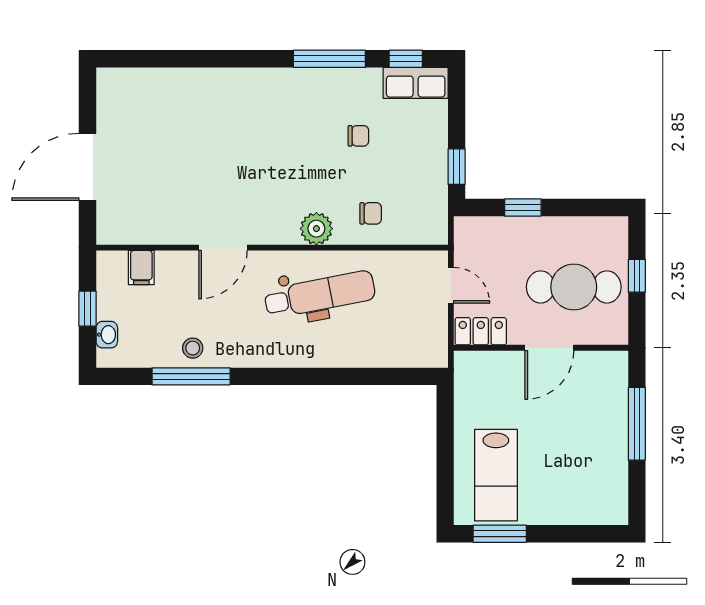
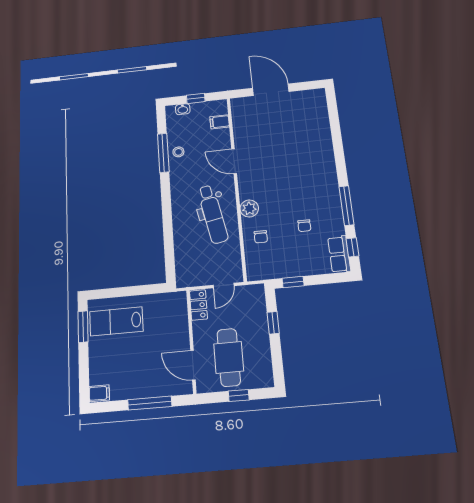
door: (549, 348) -> (193, 365), moved
filing cabinet: (614, 508) -> (99, 393), added

